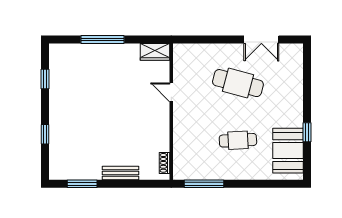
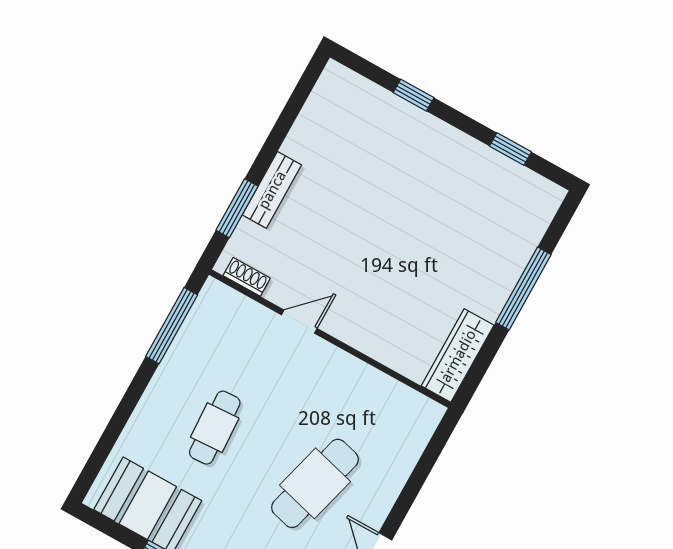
wardrobe: (155, 52) -> (458, 356), width x1.50
door: (171, 92) -> (299, 322), moved
window: (82, 184) -> (237, 208), moved

